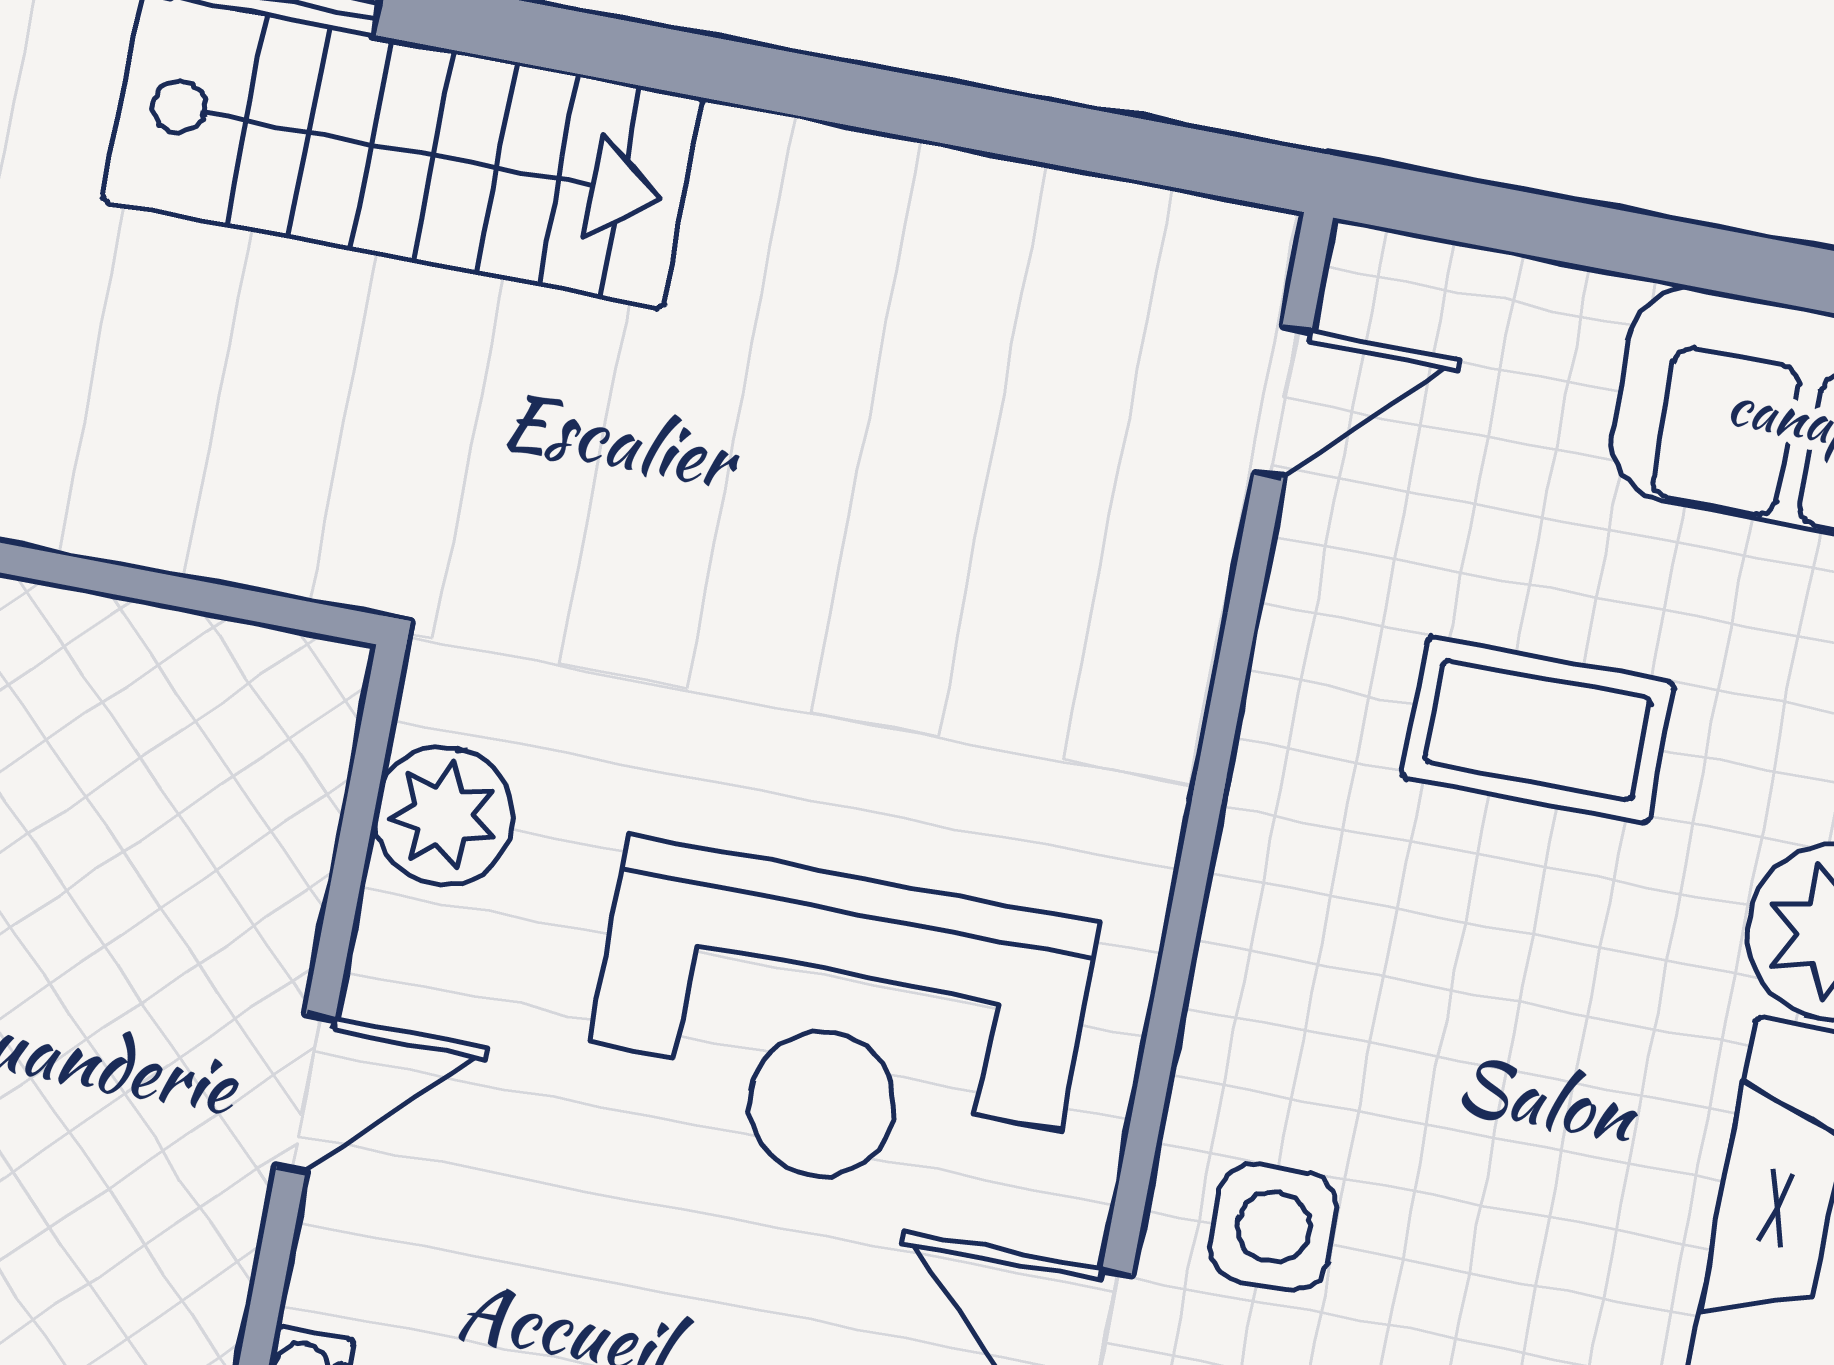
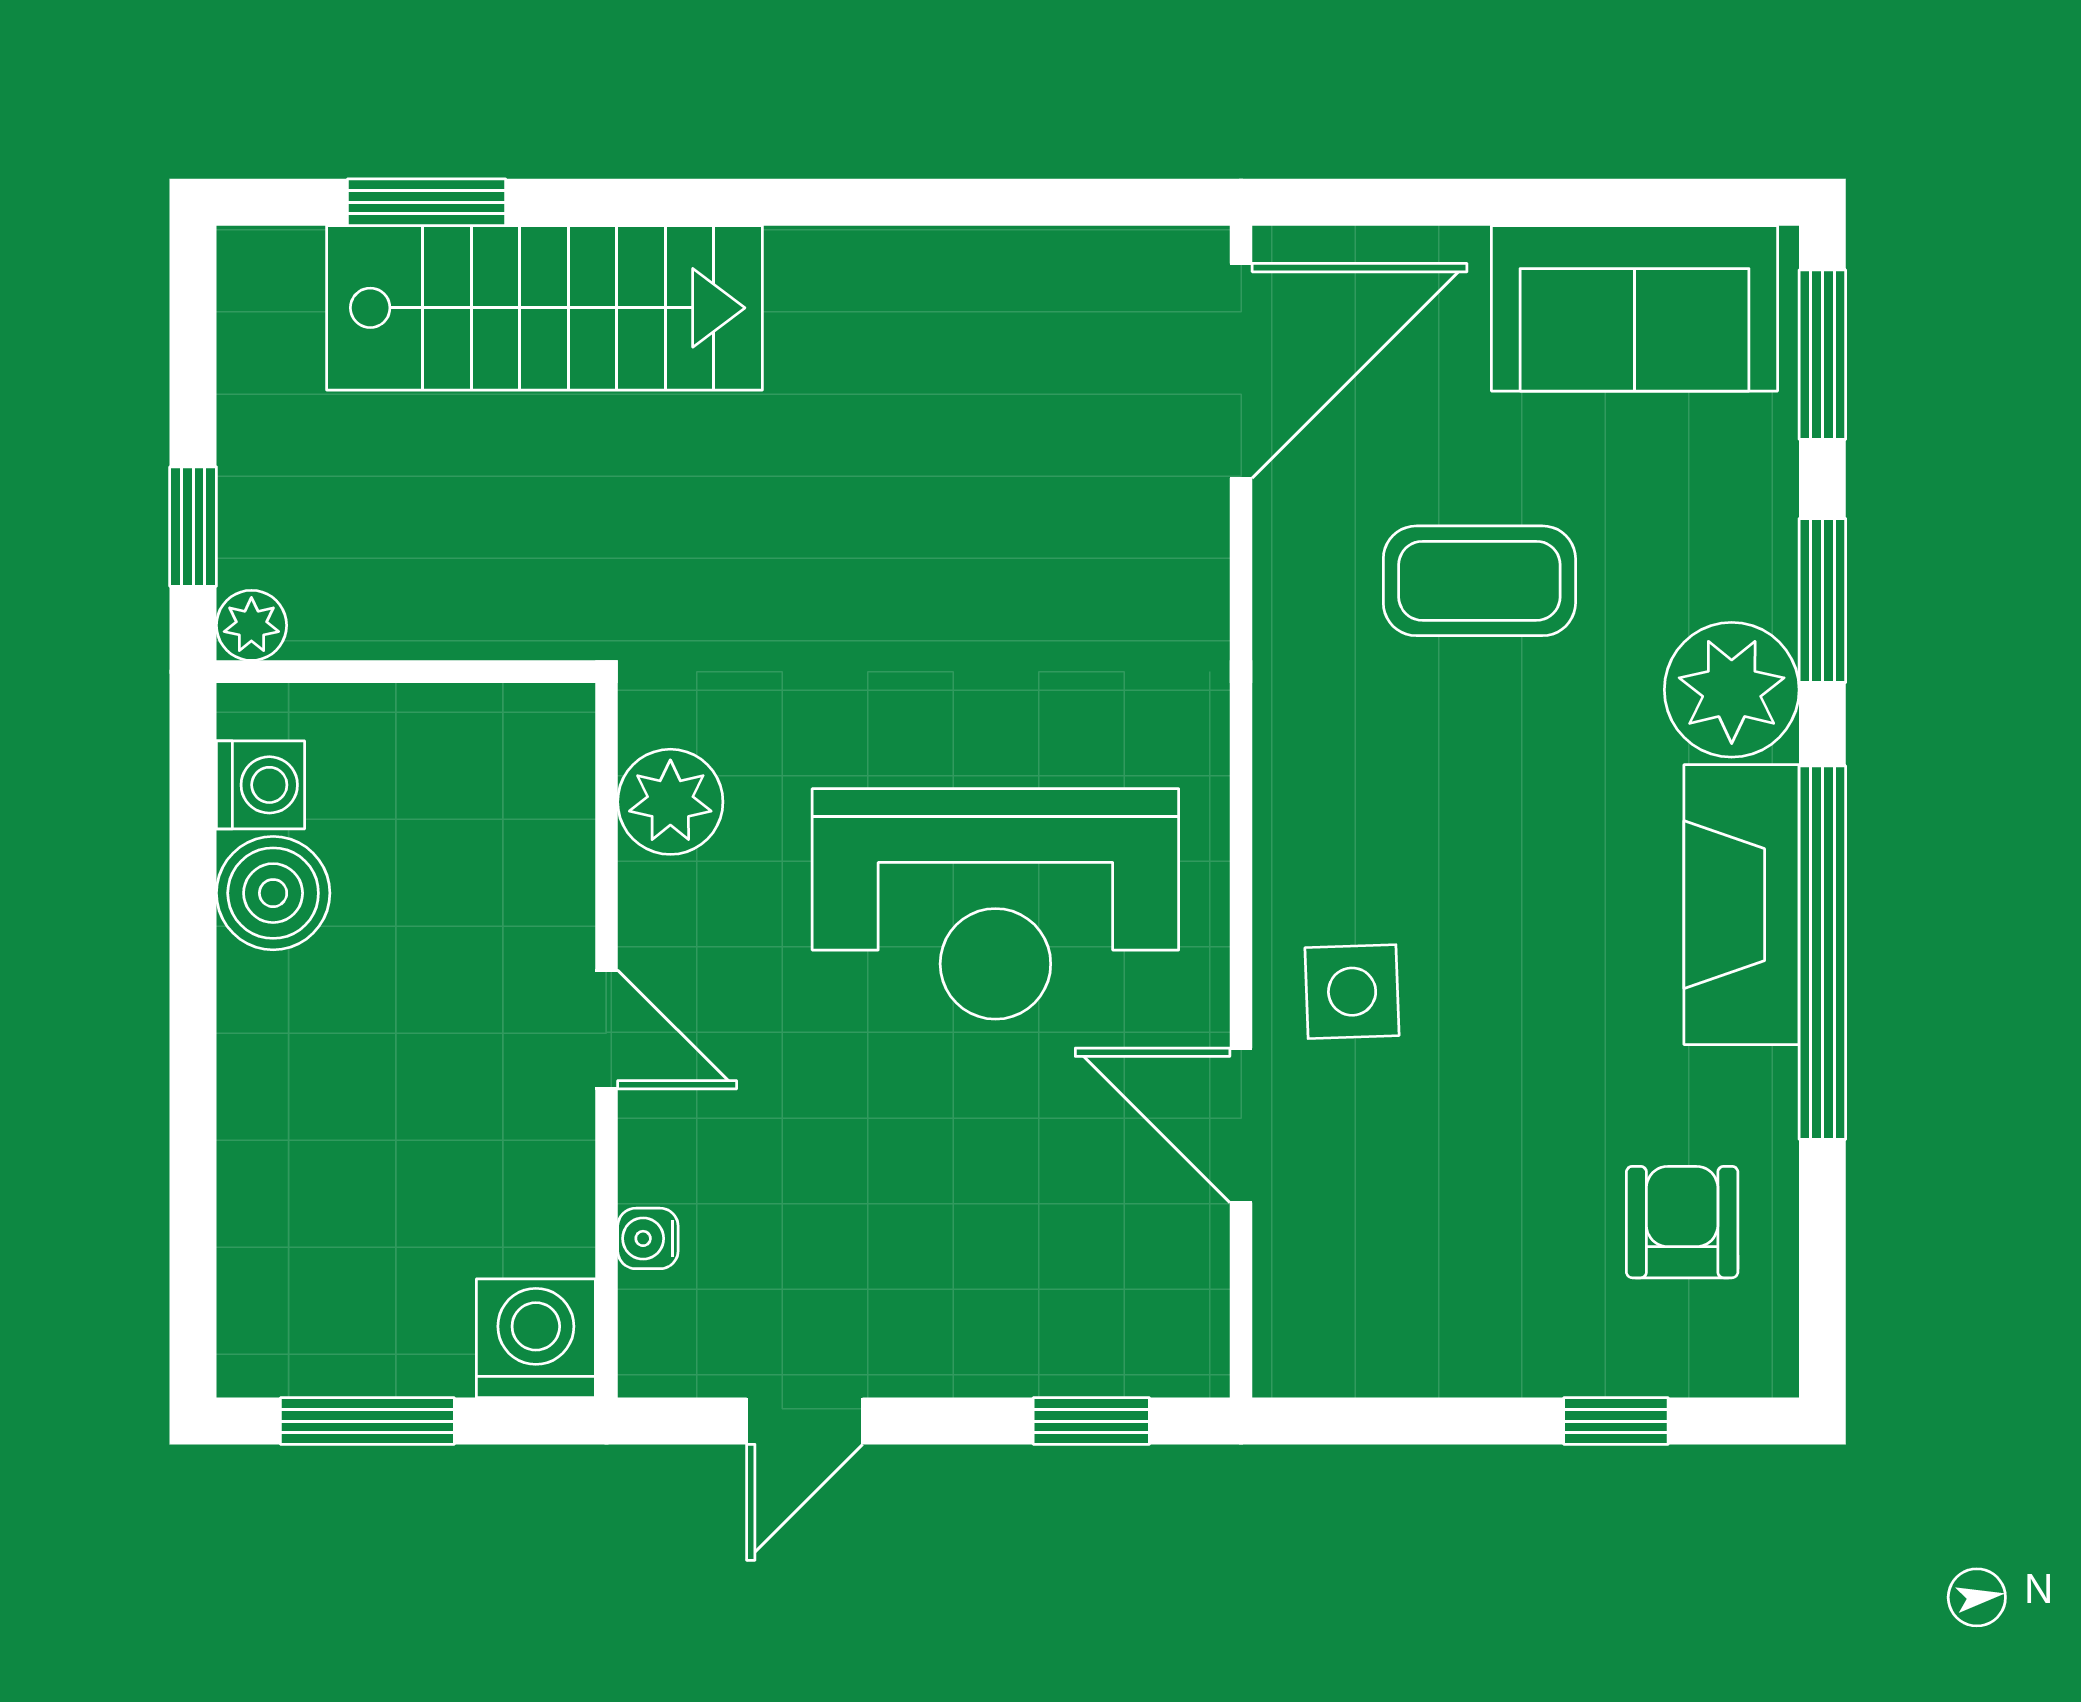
door: (1283, 401) -> (1241, 371), width x1.87
door: (306, 1093) -> (606, 1030), hinge flipped

